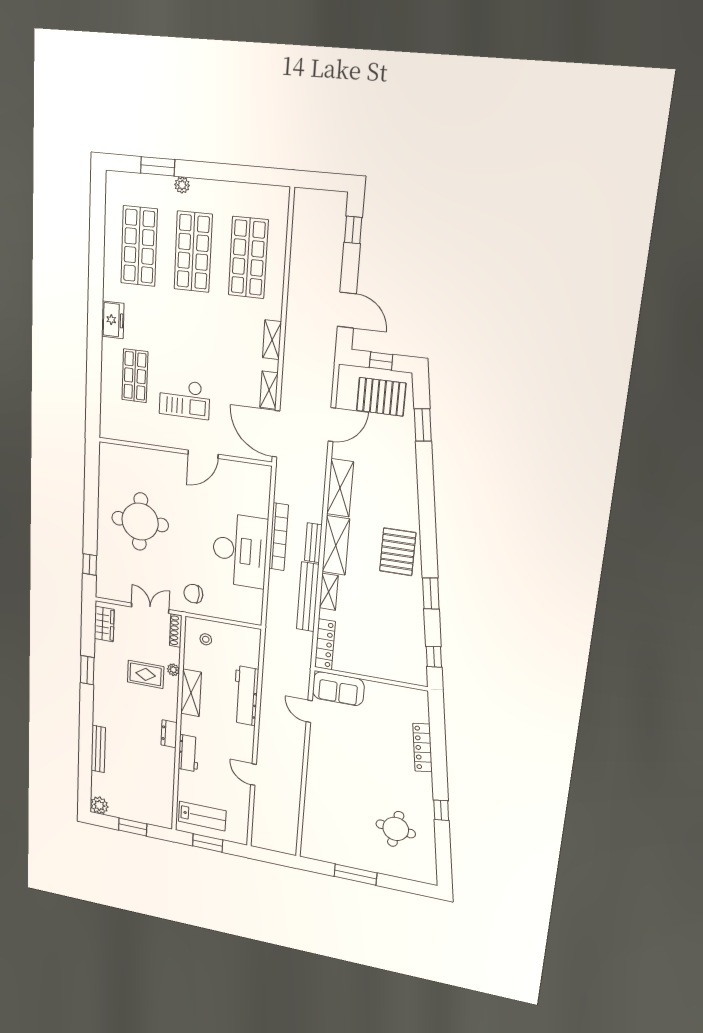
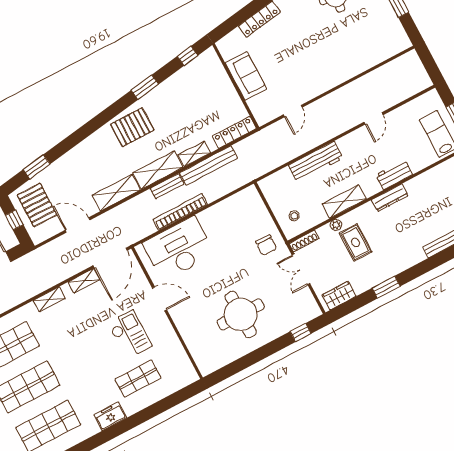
desk: (240, 550) -> (179, 249), moved
sofa: (338, 689) -> (246, 76), moved
dresser: (169, 734) -> (390, 198), width x1.44

